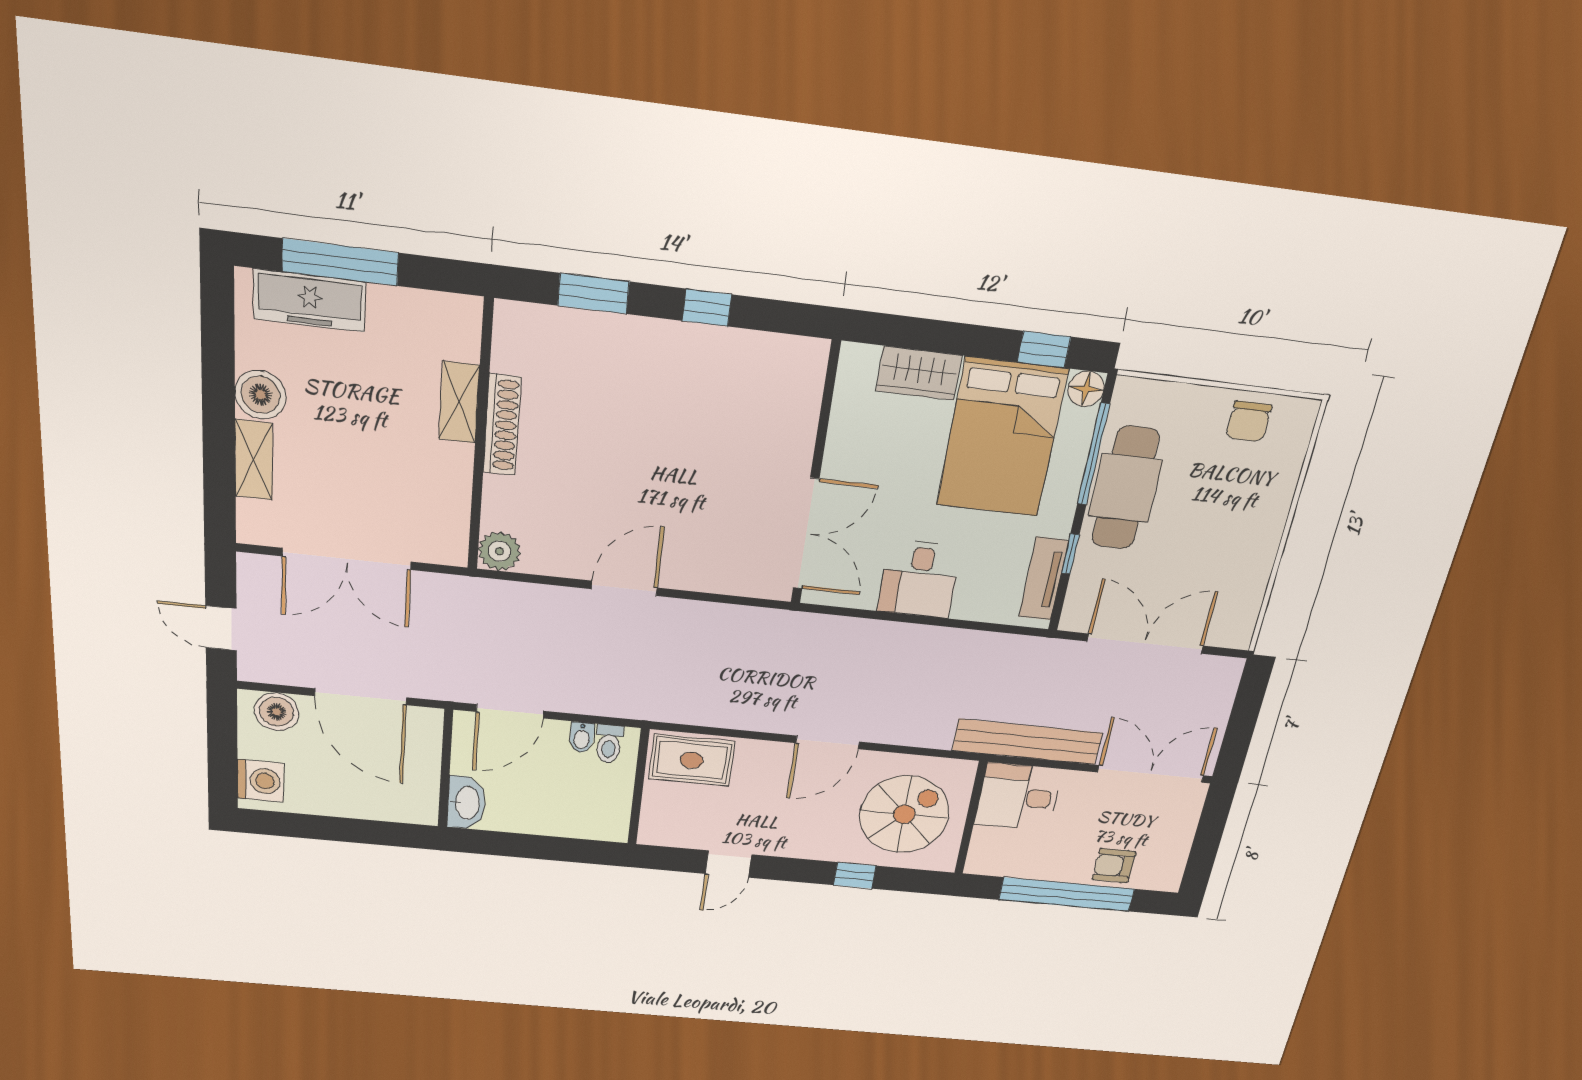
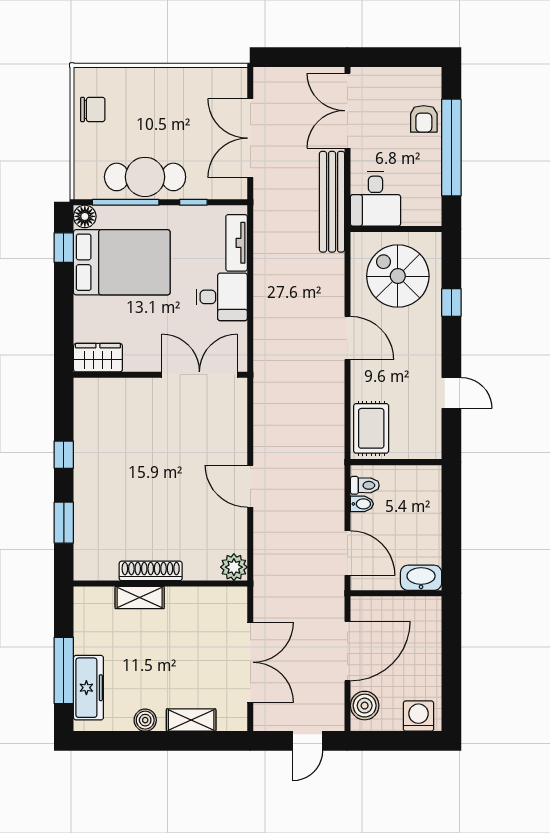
wardrobe: (919, 373) -> (98, 358), moved, turned -90
boiler: (260, 395) -> (145, 720), width x0.73, depth x0.73
tv unit: (1044, 579) -> (237, 243), moved, turned 90

